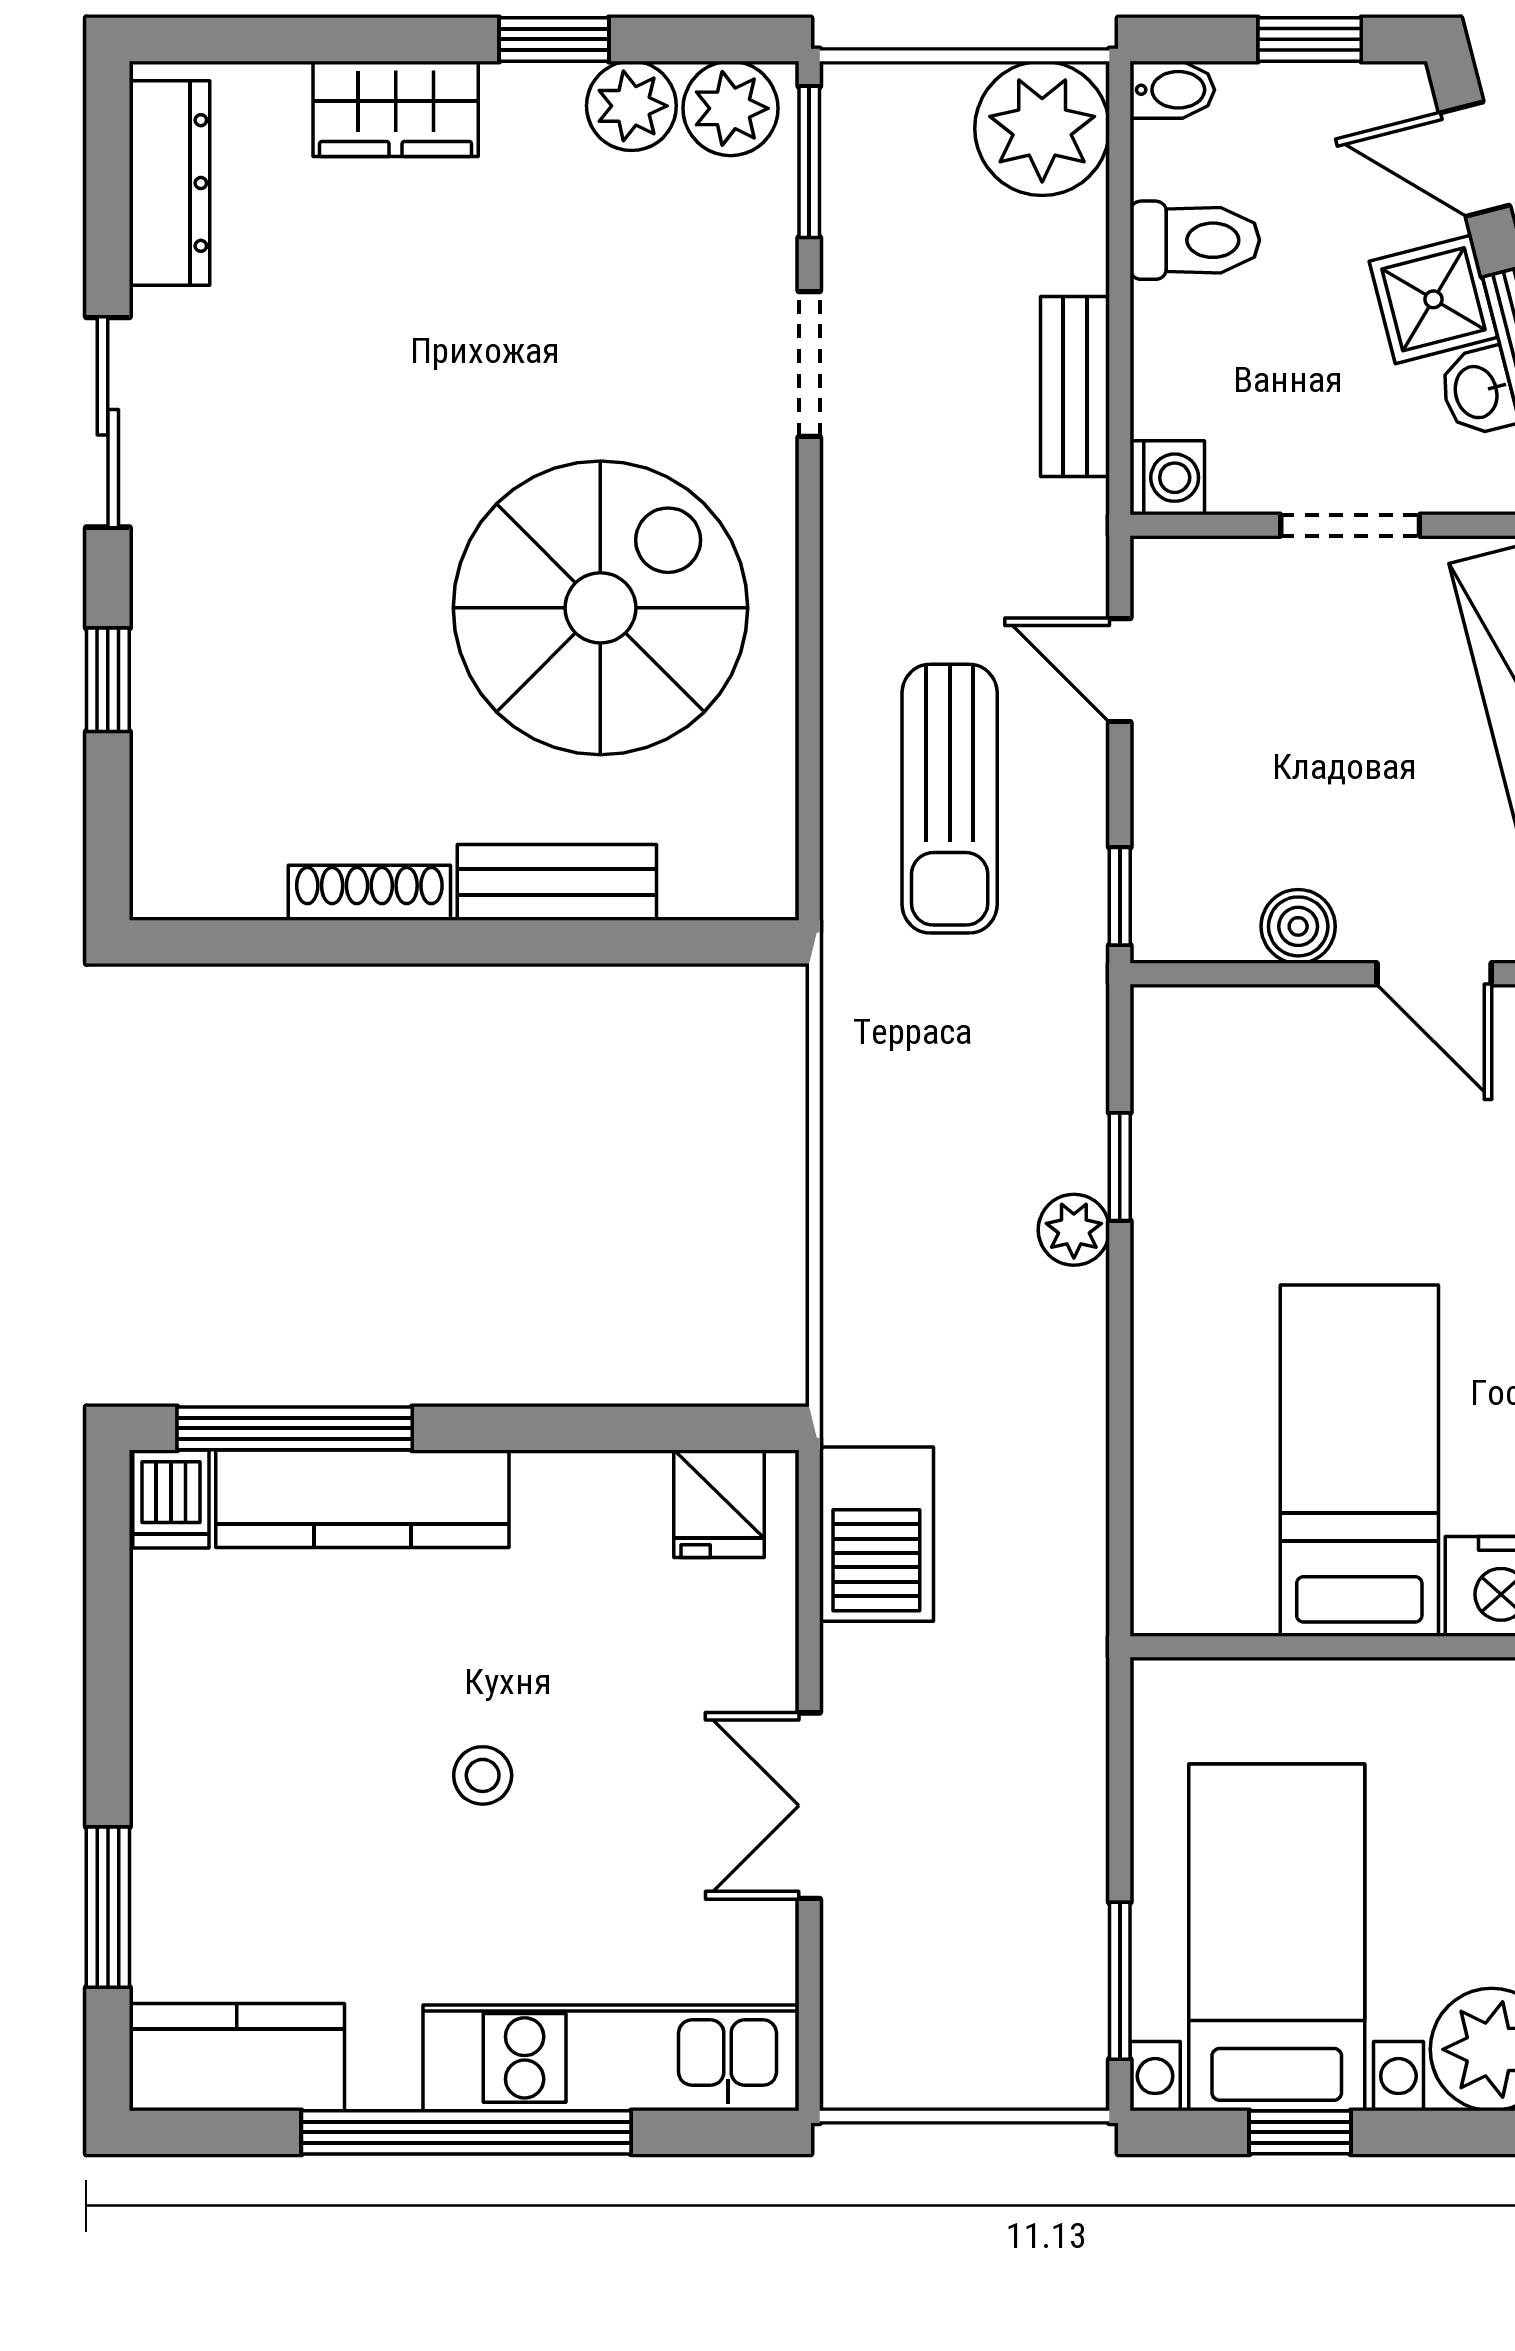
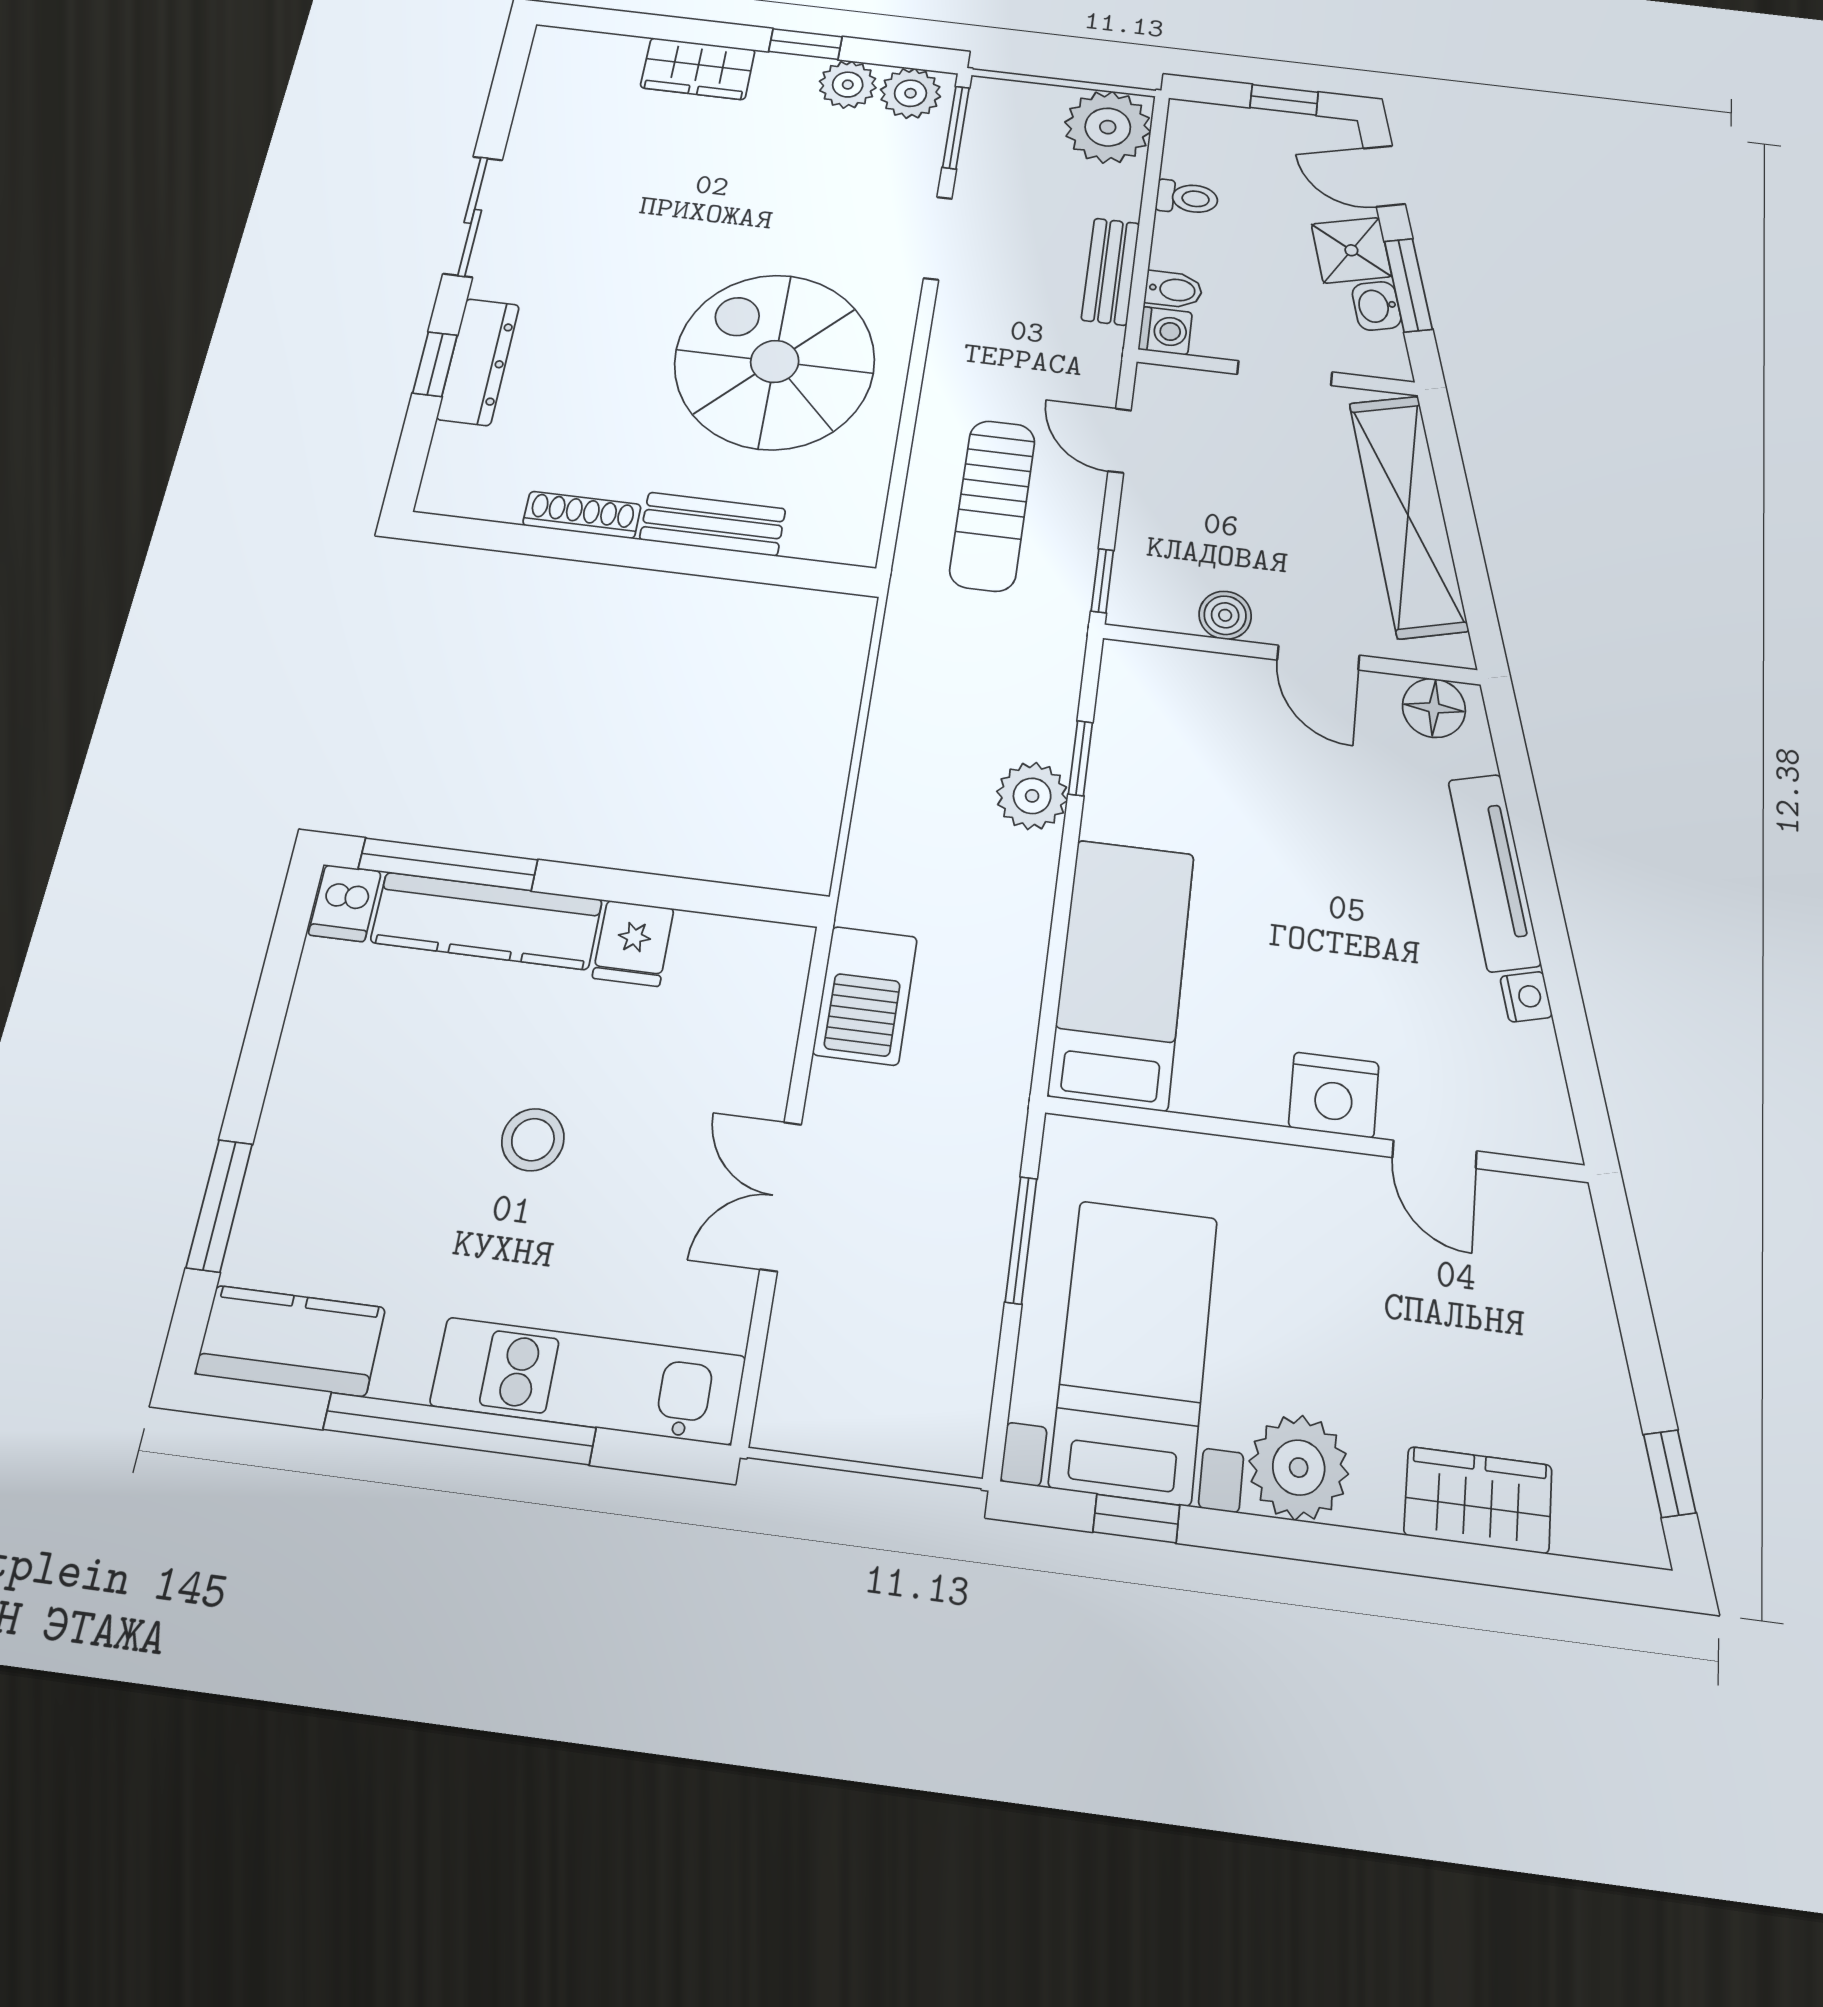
bidet: (1172, 90) -> (1174, 290), moved
dresser: (170, 183) -> (478, 362), moved
toilet: (1195, 240) -> (1187, 198), width x0.73, depth x0.72
spiral stairs: (600, 608) -> (775, 361), turned -90
plant: (1074, 1230) -> (1032, 796), width x1.38, depth x1.38
bed: (1359, 1461) -> (1122, 973), moved
fridge: (719, 1504) -> (633, 943), moved
stool: (483, 1775) -> (533, 1140), width x1.37, depth x1.37
window: (1120, 1981) -> (1021, 1240), moved

